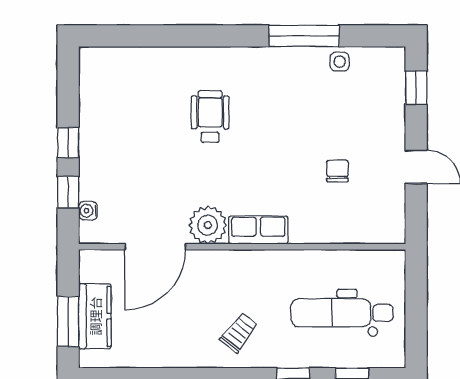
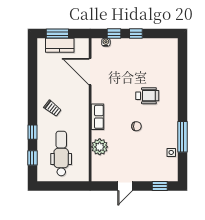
chair: (337, 171) -> (136, 126), moved
plant: (208, 225) -> (100, 147), moved

